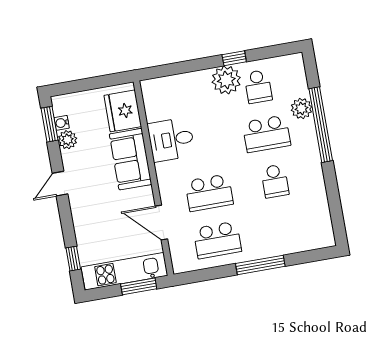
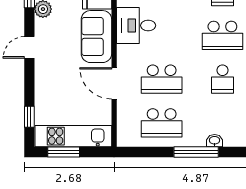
door: (161, 223) -> (114, 83), moved
washbasin: (278, 249) -> (215, 141), added
window: (139, 286) -> (64, 152), moved

